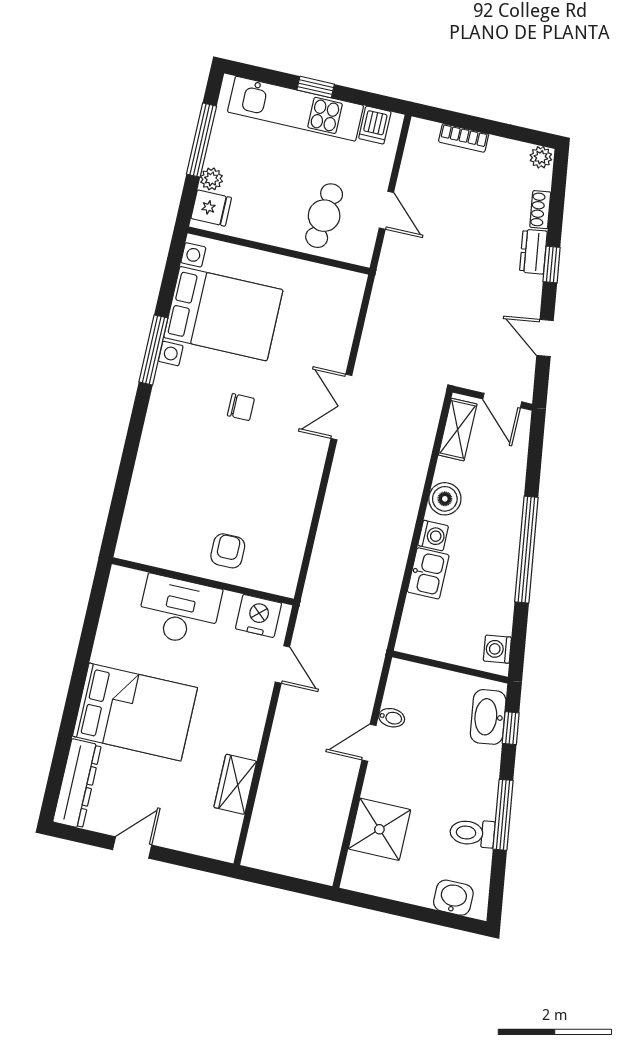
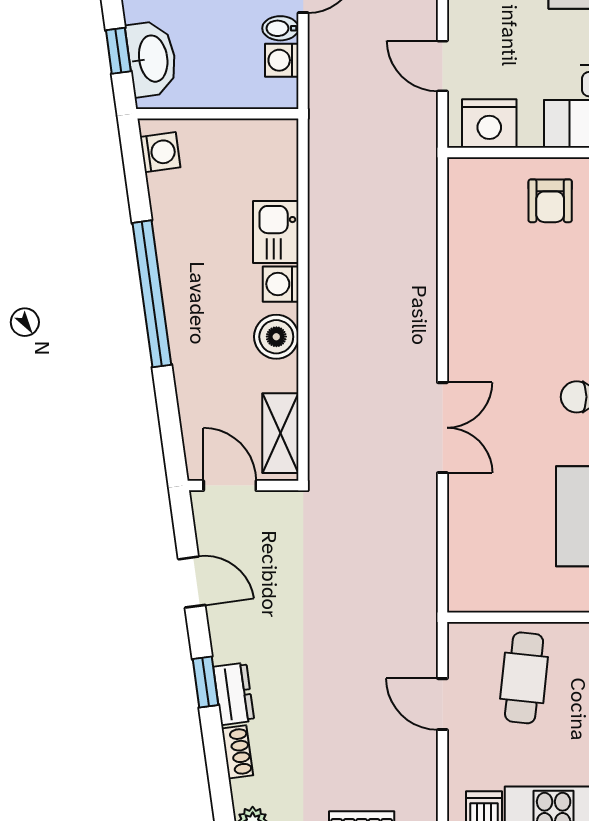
washing machine: (396, 695) -> (282, 60), added

